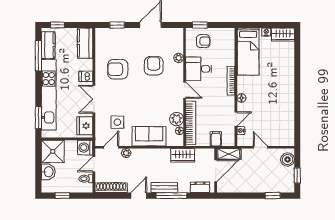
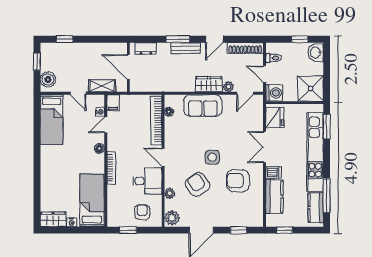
window: (57, 25) -> (285, 230), moved
window: (200, 25) -> (128, 230), moved
armchair: (203, 41) -> (142, 212), turned 90
kitchen counter: (85, 43) -> (274, 197), moved
armchair: (154, 66) -> (198, 184), turned 145
armchair: (118, 69) -> (238, 181), turned 180
double door: (94, 99) -> (265, 147), swing flipped
plant: (177, 119) -> (172, 218), moved
side table: (117, 122) -> (212, 157), moved
bed: (284, 124) -> (52, 120), added
filing cabinet: (216, 139) -> (113, 103), moved
shelving: (229, 154) -> (102, 86), moved
wardrobe: (183, 155) -> (209, 84), moved
door: (94, 164) -> (265, 74), swing flipped
door: (216, 171) -> (128, 67), hinge flipped
washbasin: (48, 172) -> (316, 53), moved
window: (171, 196) -> (178, 39), width x0.69

